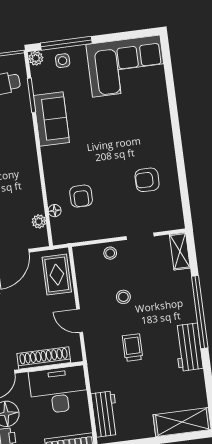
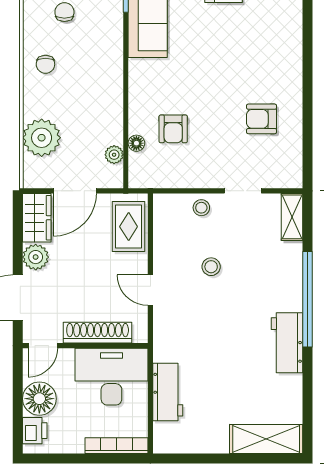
trolley: (133, 348) -> (214, 334), removed
workbench: (105, 414) -> (168, 392), moved

